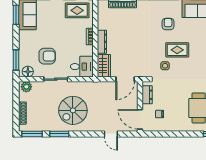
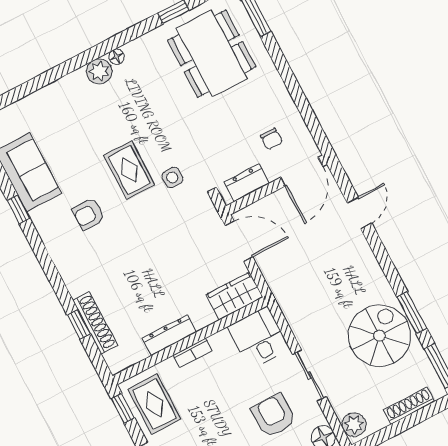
dresser: (102, 42) -> (169, 335), moved
spiral stairs: (73, 110) -> (380, 336), moved, turned -90

